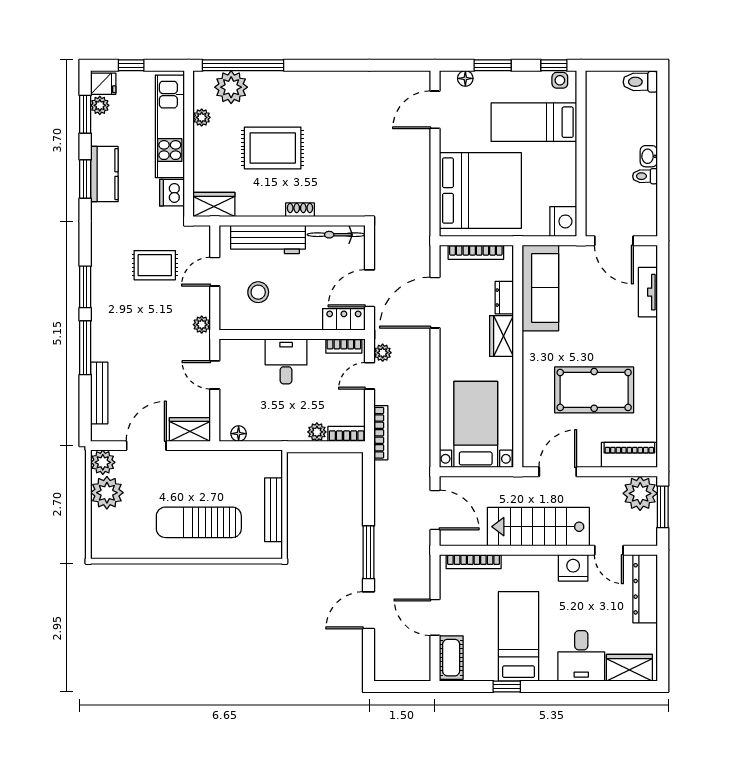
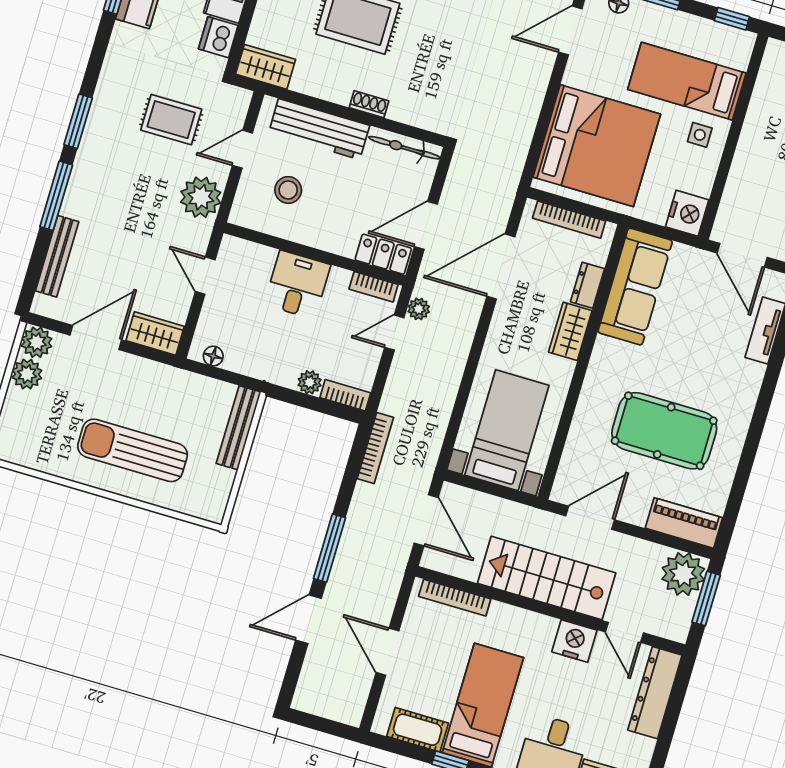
side table: (560, 80) -> (700, 135), moved
plant: (202, 325) -> (201, 197), width x1.88, depth x1.88
bookcase: (381, 433) -> (375, 448), moved
plant: (107, 493) -> (27, 374), width x0.73, depth x0.73
bench: (273, 510) -> (238, 428), moved
cot: (451, 658) -> (418, 730), moved, turned 90

